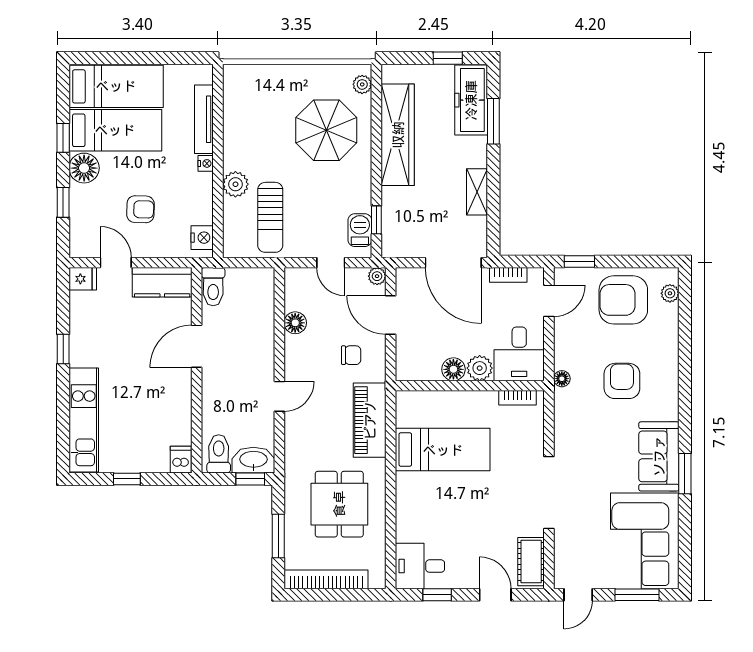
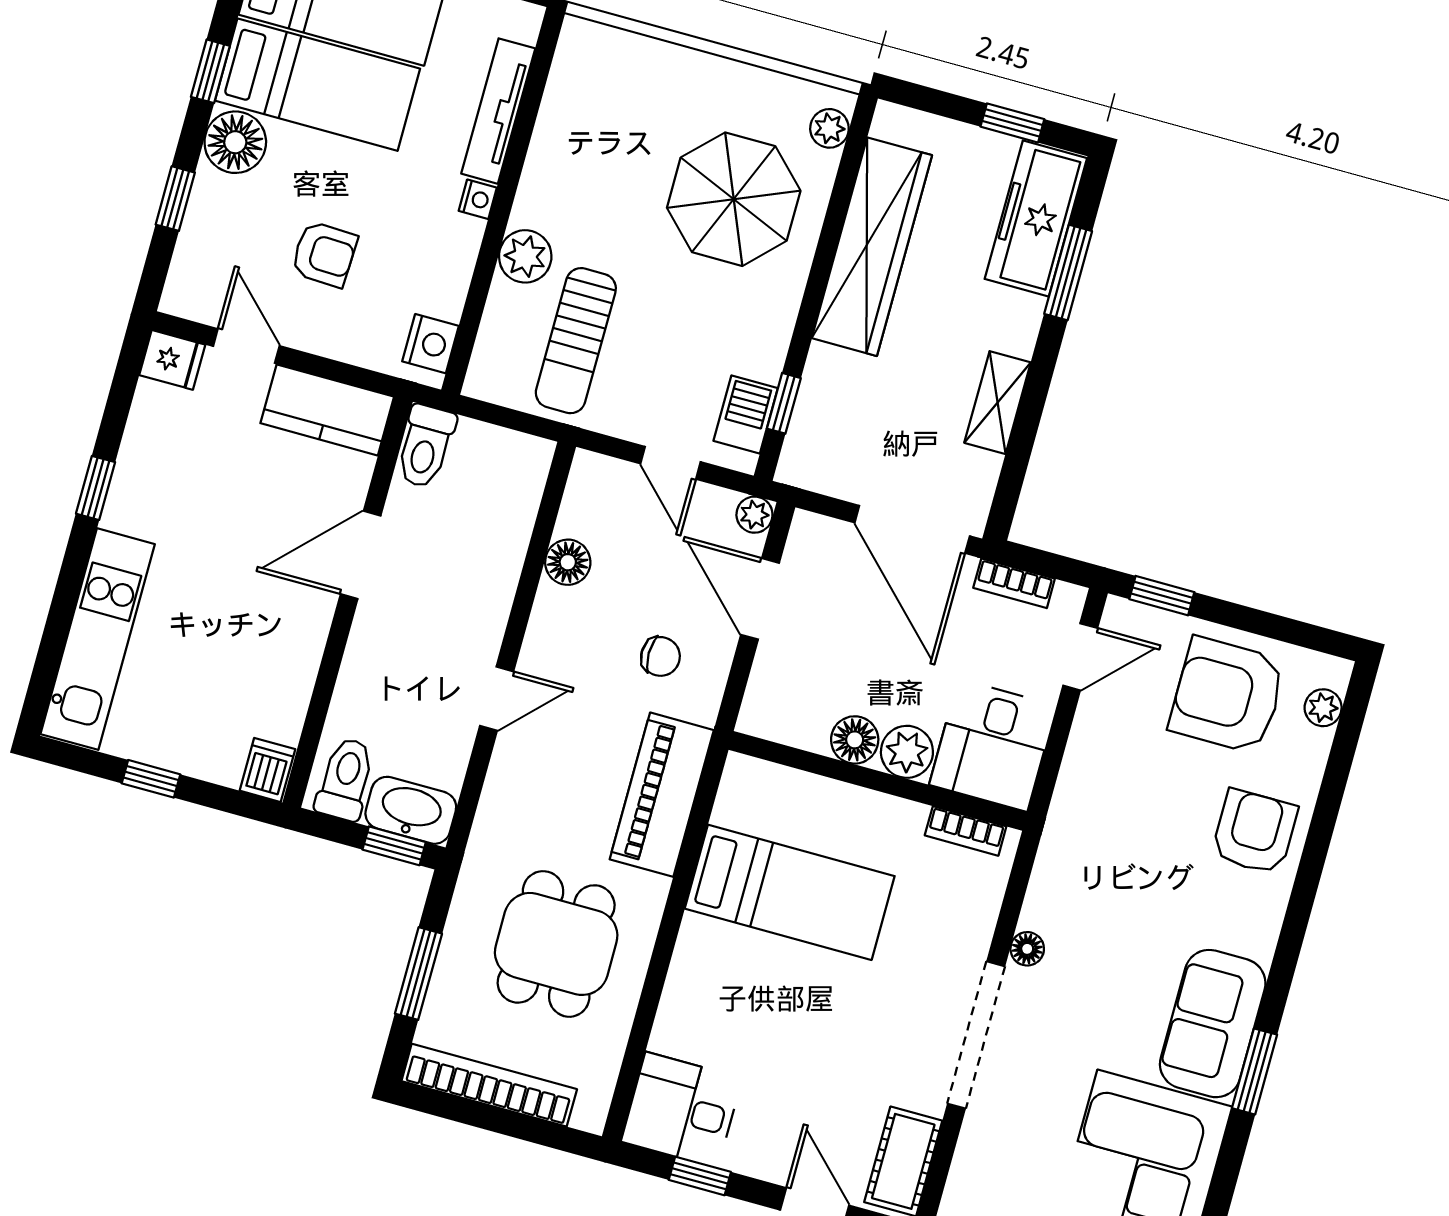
floor lamp: (562, 379) -> (1027, 949), moved
armchair: (622, 381) -> (1254, 832), moved

